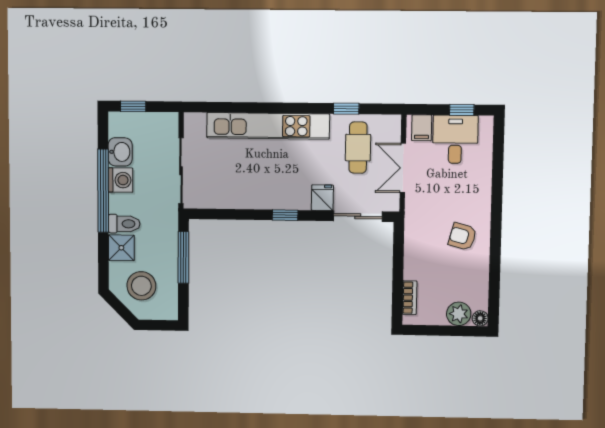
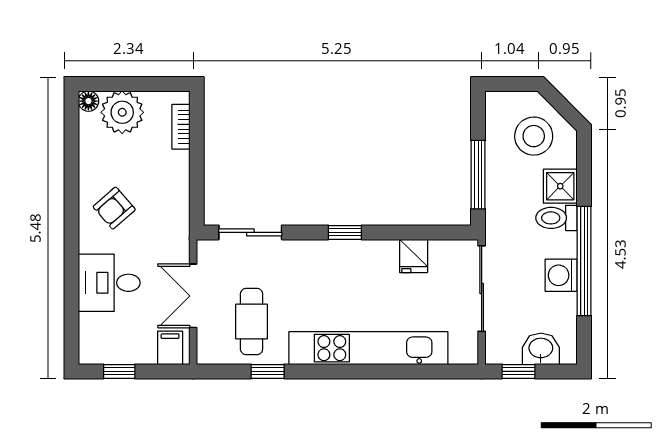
window: (133, 106) -> (519, 371), moved
desk: (455, 139) -> (109, 283), moved, turned 90
washbasin: (120, 152) -> (541, 349), moved, turned 90
double door: (403, 168) -> (193, 296), swing flipped
fridge: (322, 198) -> (414, 256), moved
armchair: (462, 236) -> (114, 208), turned 124
plant: (459, 314) -> (122, 112), width x1.36, depth x1.36

